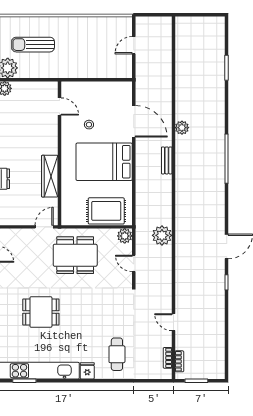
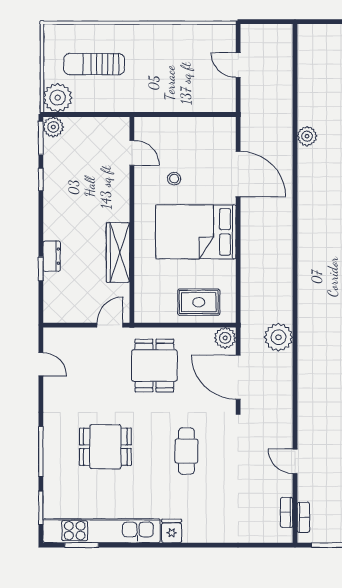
door: (134, 45) -> (238, 65), hinge flipped
plant: (182, 128) -> (307, 136), moved
bench: (167, 160) -> (285, 230), removed
rug: (106, 211) -> (199, 302), width x0.73, depth x0.70
dining table: (75, 255) -> (154, 366), width x0.73
door: (134, 263) -> (238, 377), width x1.88
cafe table: (117, 354) -> (186, 451), moved

